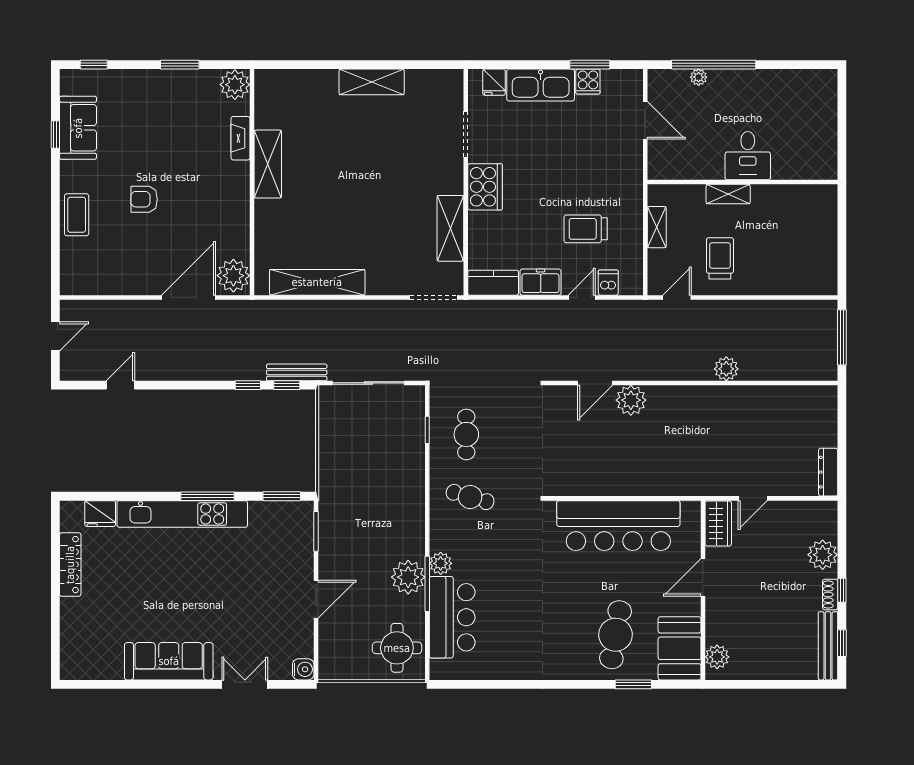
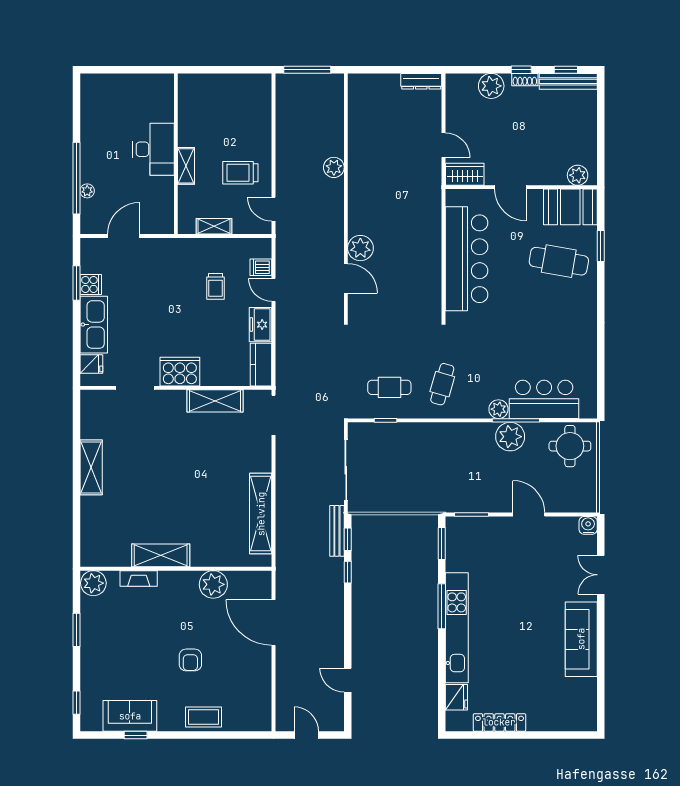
desk: (748, 156) -> (154, 149), width x1.37
trolley: (586, 229) -> (215, 286), width x0.73, depth x0.72
plant: (233, 276) -> (213, 584), moved

